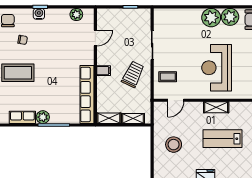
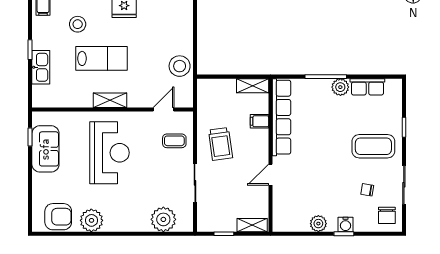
plant: (76, 14) -> (318, 224), moved
plant: (211, 18) -> (163, 219), moved
door: (95, 38) -> (270, 175), moved
filing cabinet: (104, 71) -> (259, 121), moved
trolley: (133, 74) -> (220, 144), turned -34
shelving: (133, 119) -> (252, 225), moved
stool: (174, 145) -> (180, 66), moved
stool: (240, 164) -> (78, 24), added

